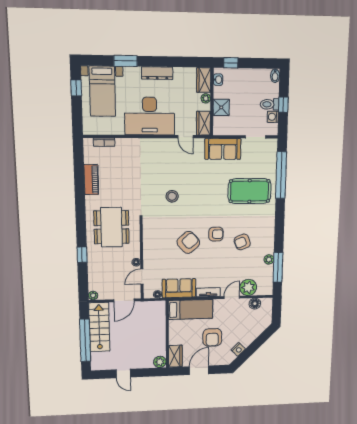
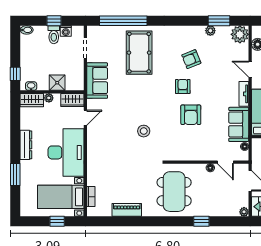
window: (76, 88) -> (57, 221), moved
bed with nightstands: (102, 91) -> (61, 197), moved, turned 180
dining table: (111, 227) -> (174, 192), turned 90
armchair: (188, 242) -> (191, 115), turned -139
armchair: (242, 242) -> (191, 59), turned 89
window: (278, 267) -> (219, 21), width x0.69
plant: (248, 287) -> (240, 34), moved

